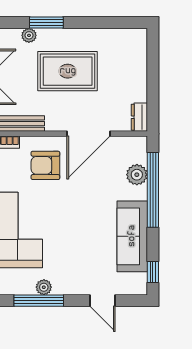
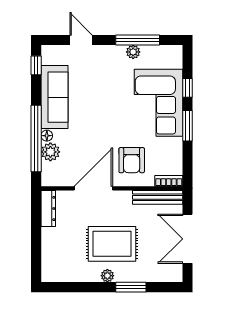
plant: (29, 35) -> (107, 276), moved
dresser: (139, 117) -> (48, 209), width x1.44
armchair: (45, 165) -> (132, 160), turned 90
floor lamp: (141, 193) -> (47, 136), added

